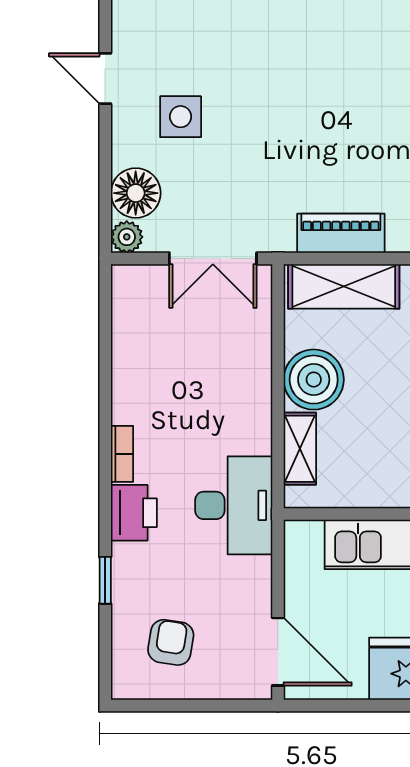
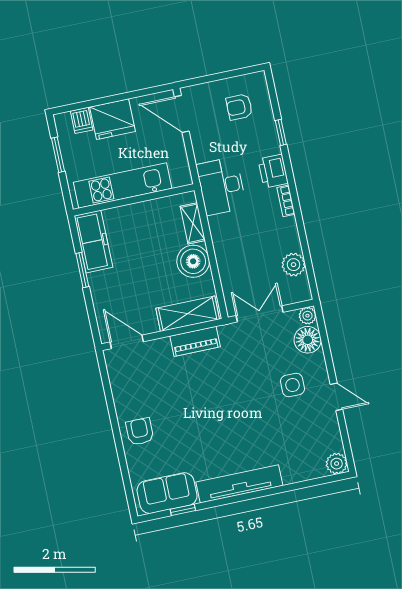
plant: (133, 335) -> (294, 265), added
armchair: (171, 642) -> (239, 107), turned 81

